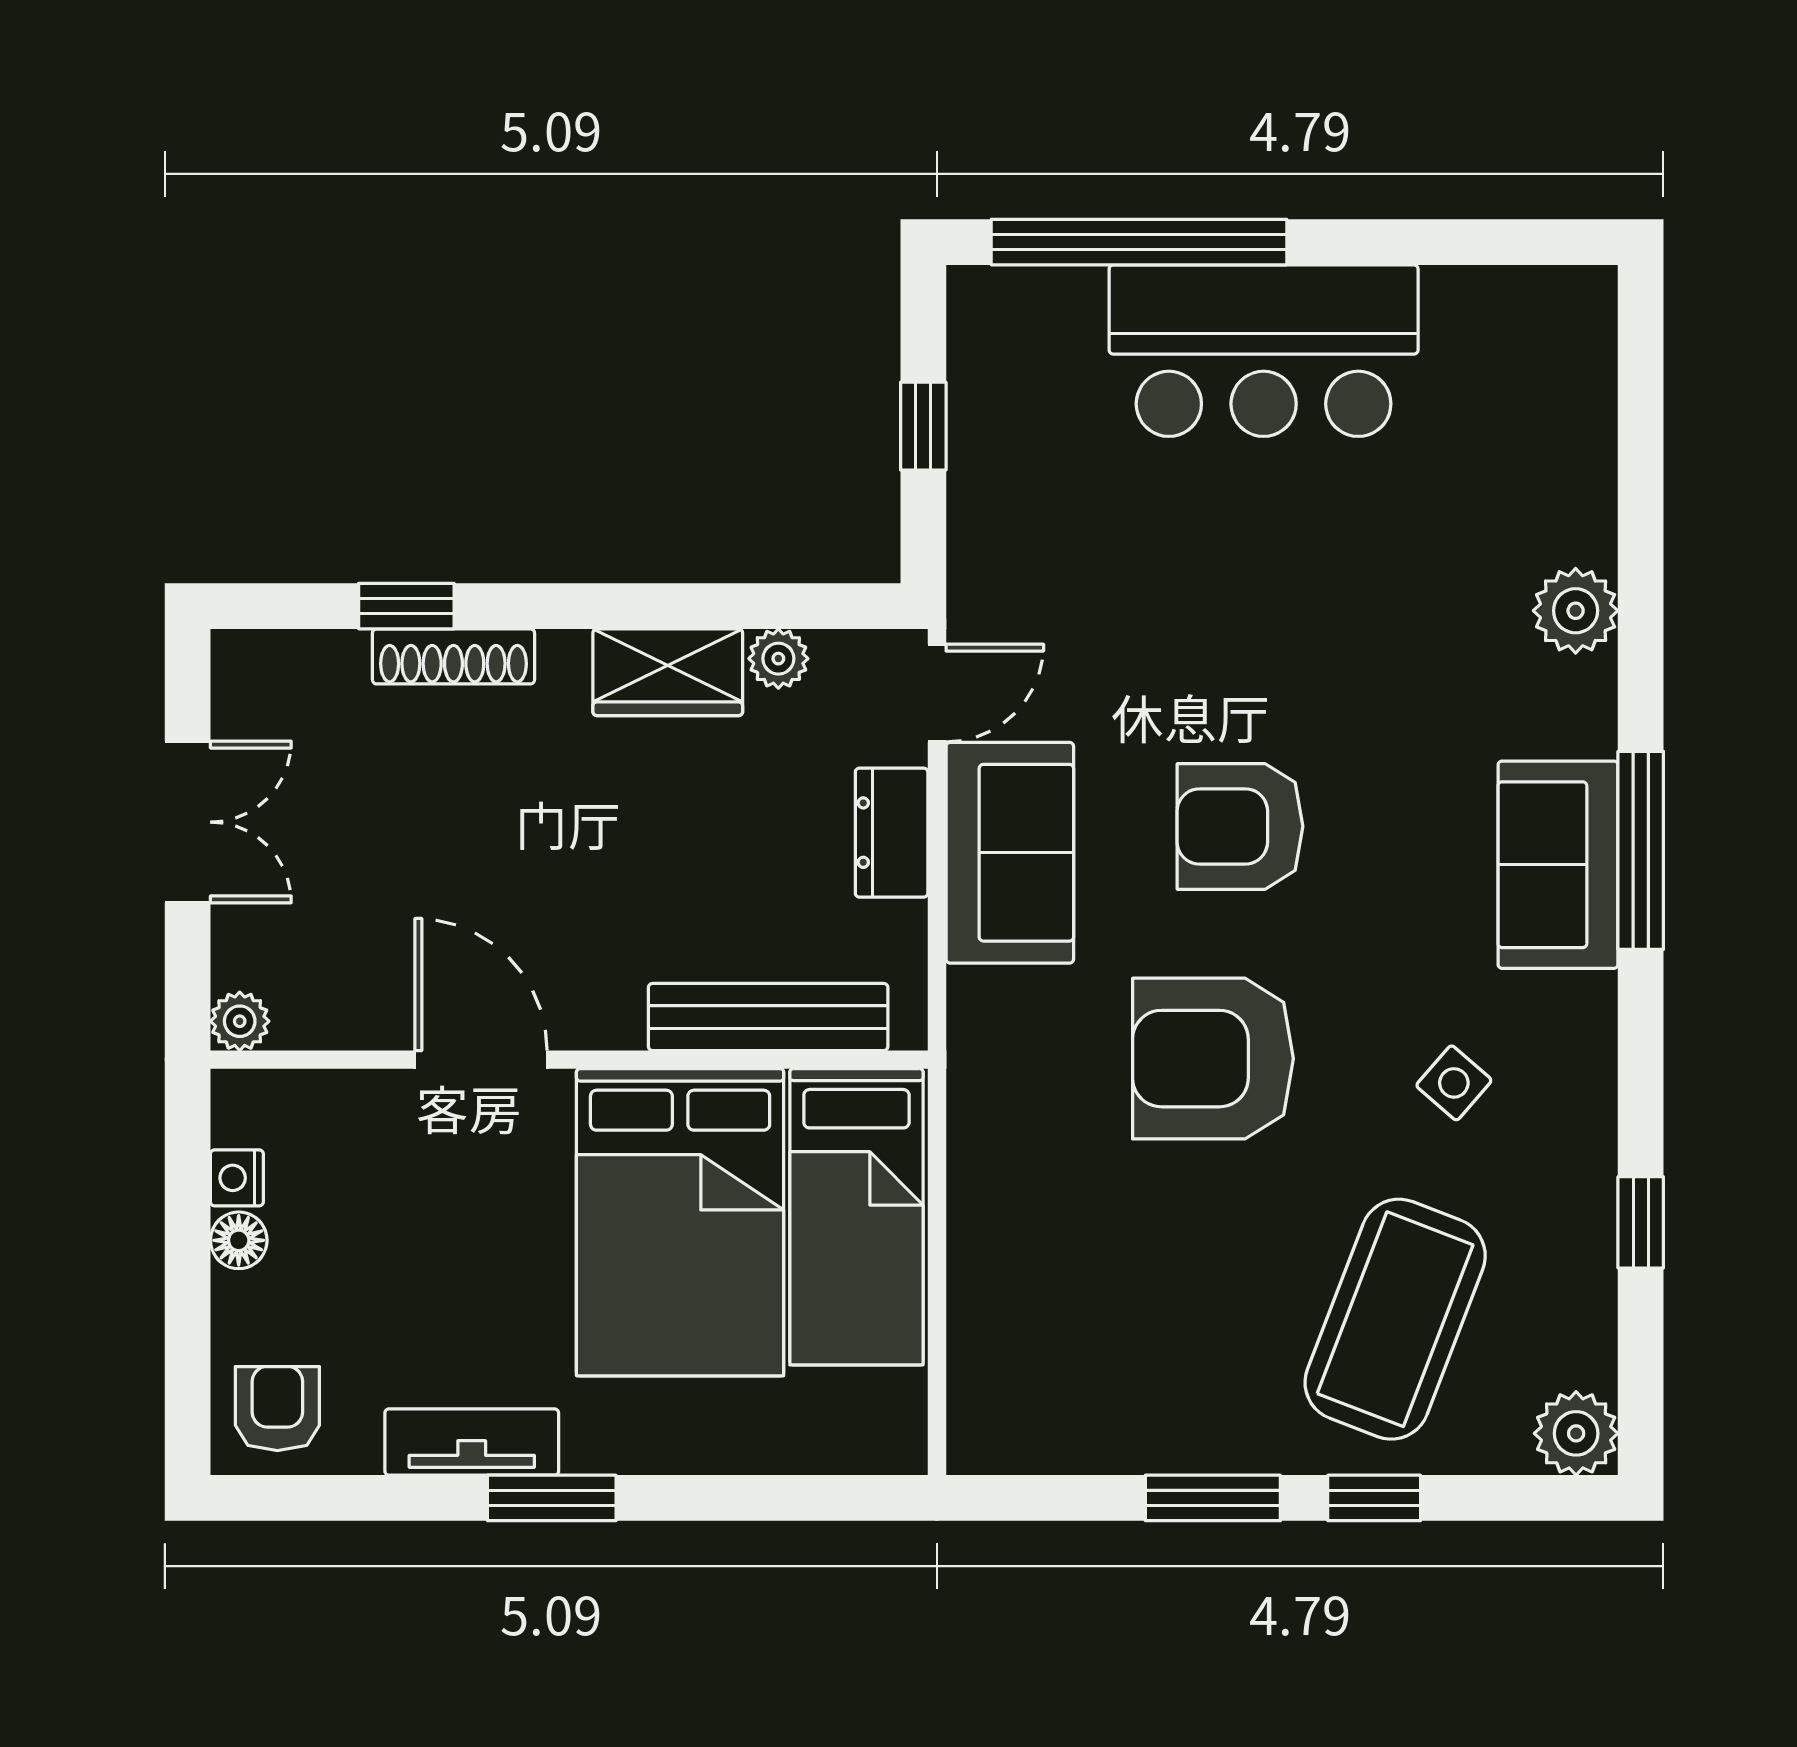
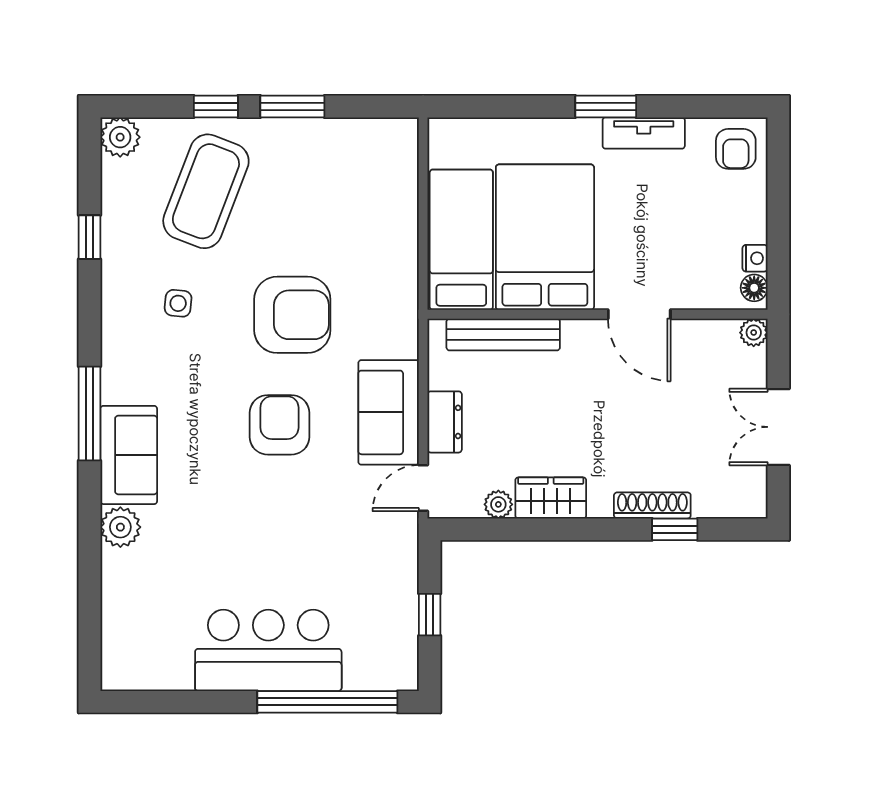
armchair: (1240, 826) -> (279, 425), turned -90
sofa: (1558, 865) -> (129, 455), moved
side table: (1454, 1083) -> (178, 303), turned -35
floor lamp: (239, 1240) -> (754, 288), moved

